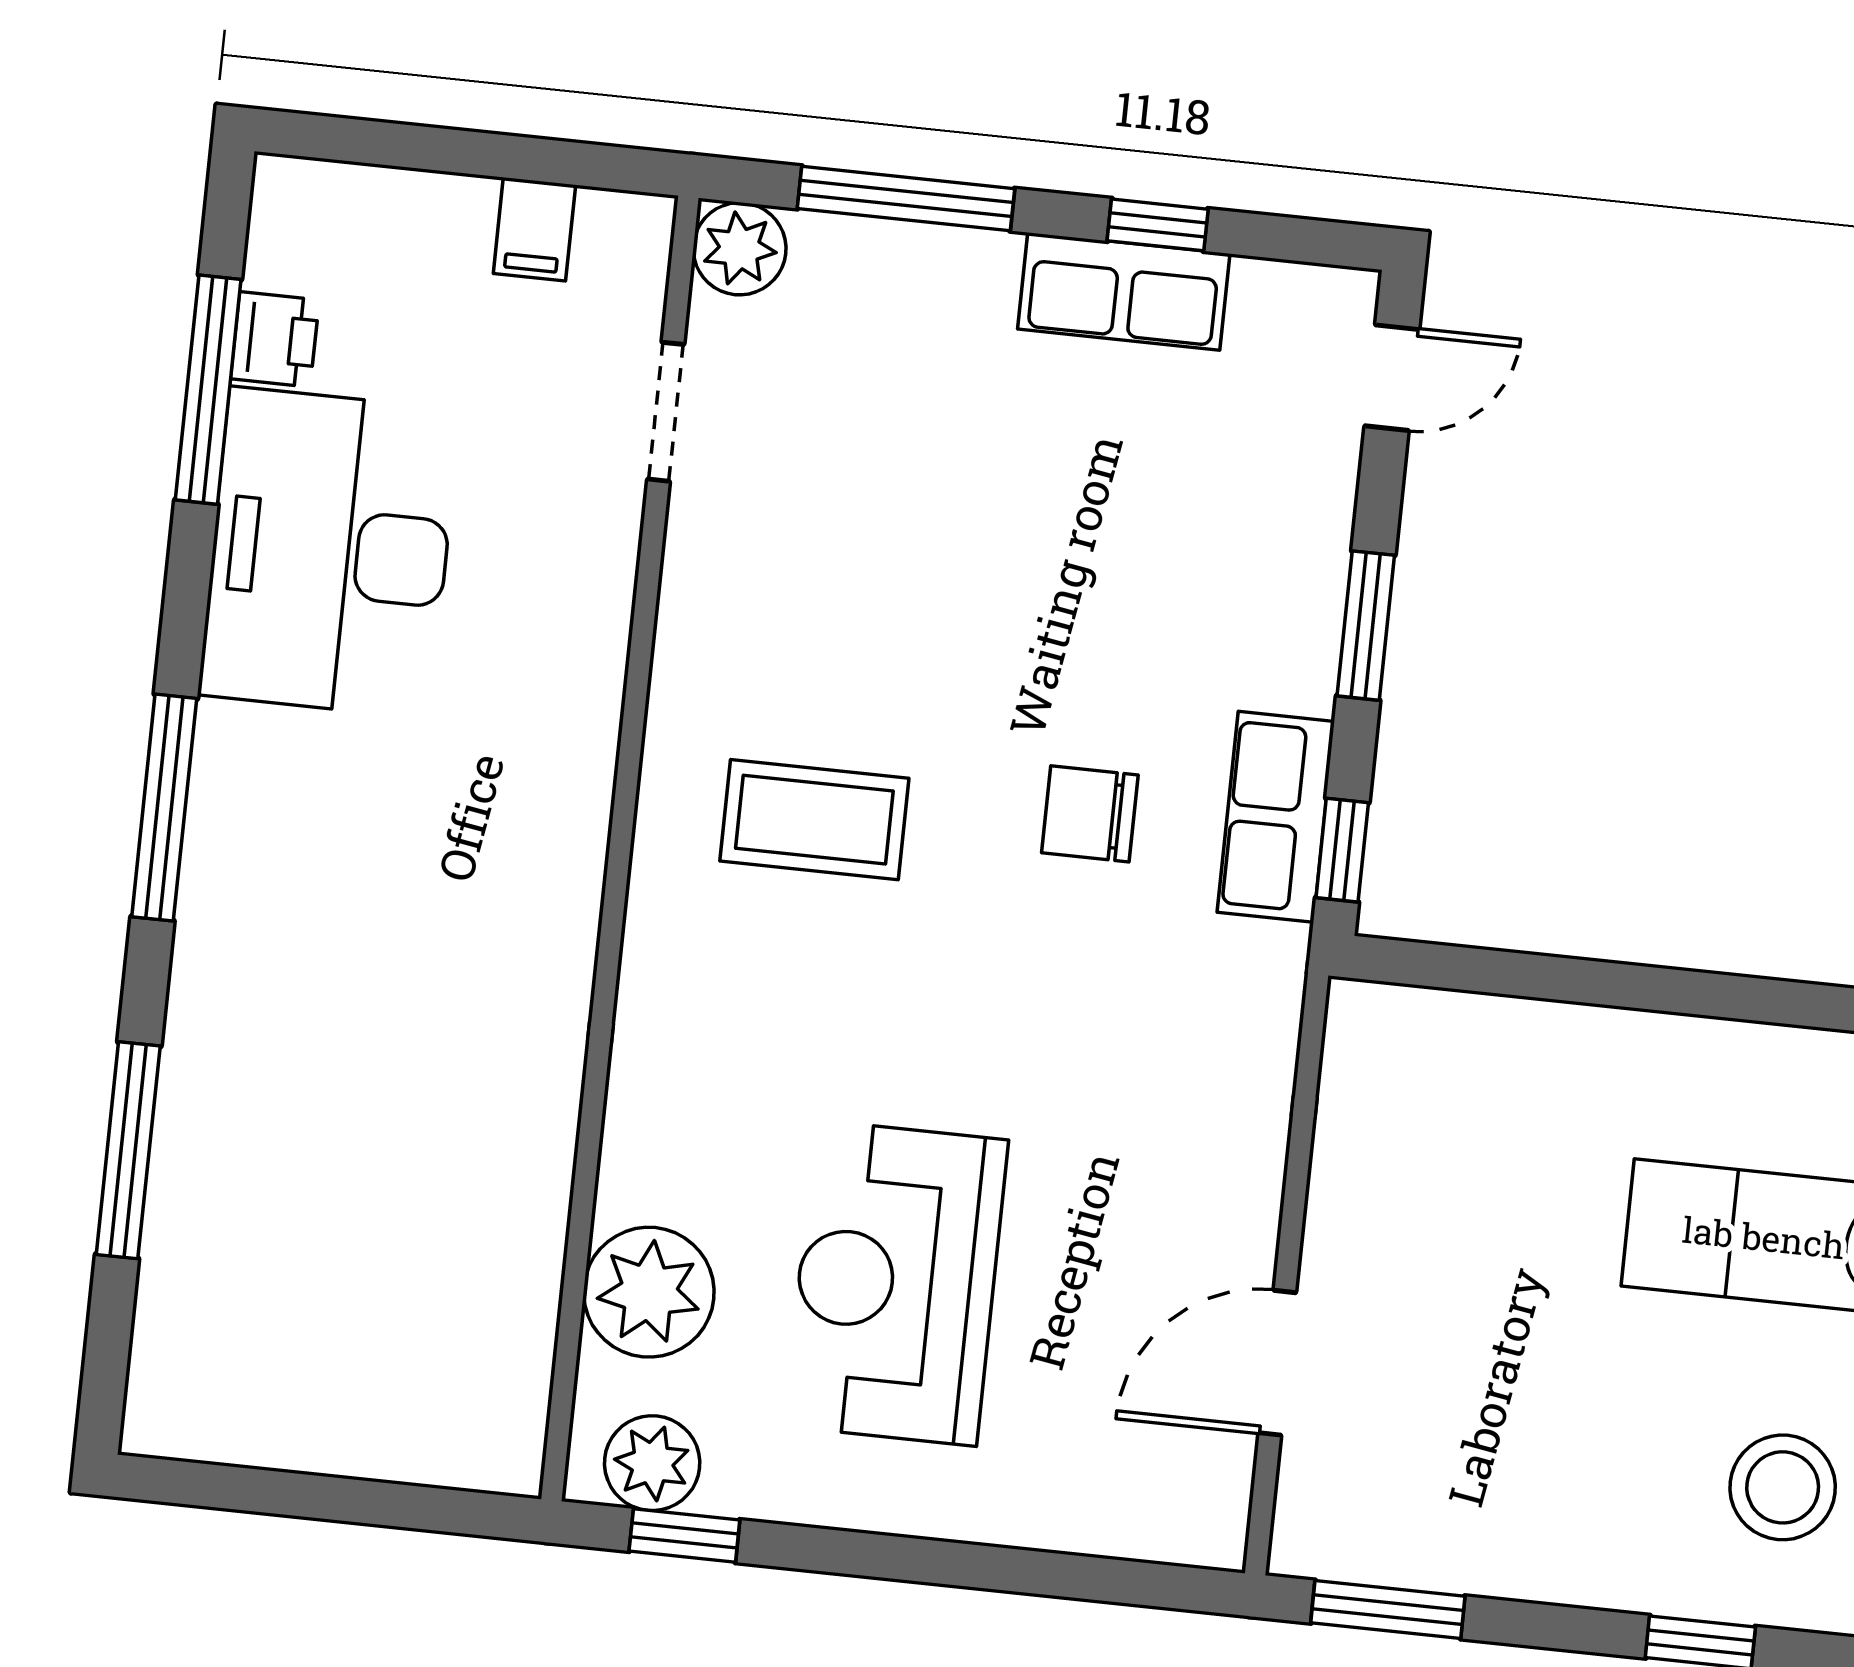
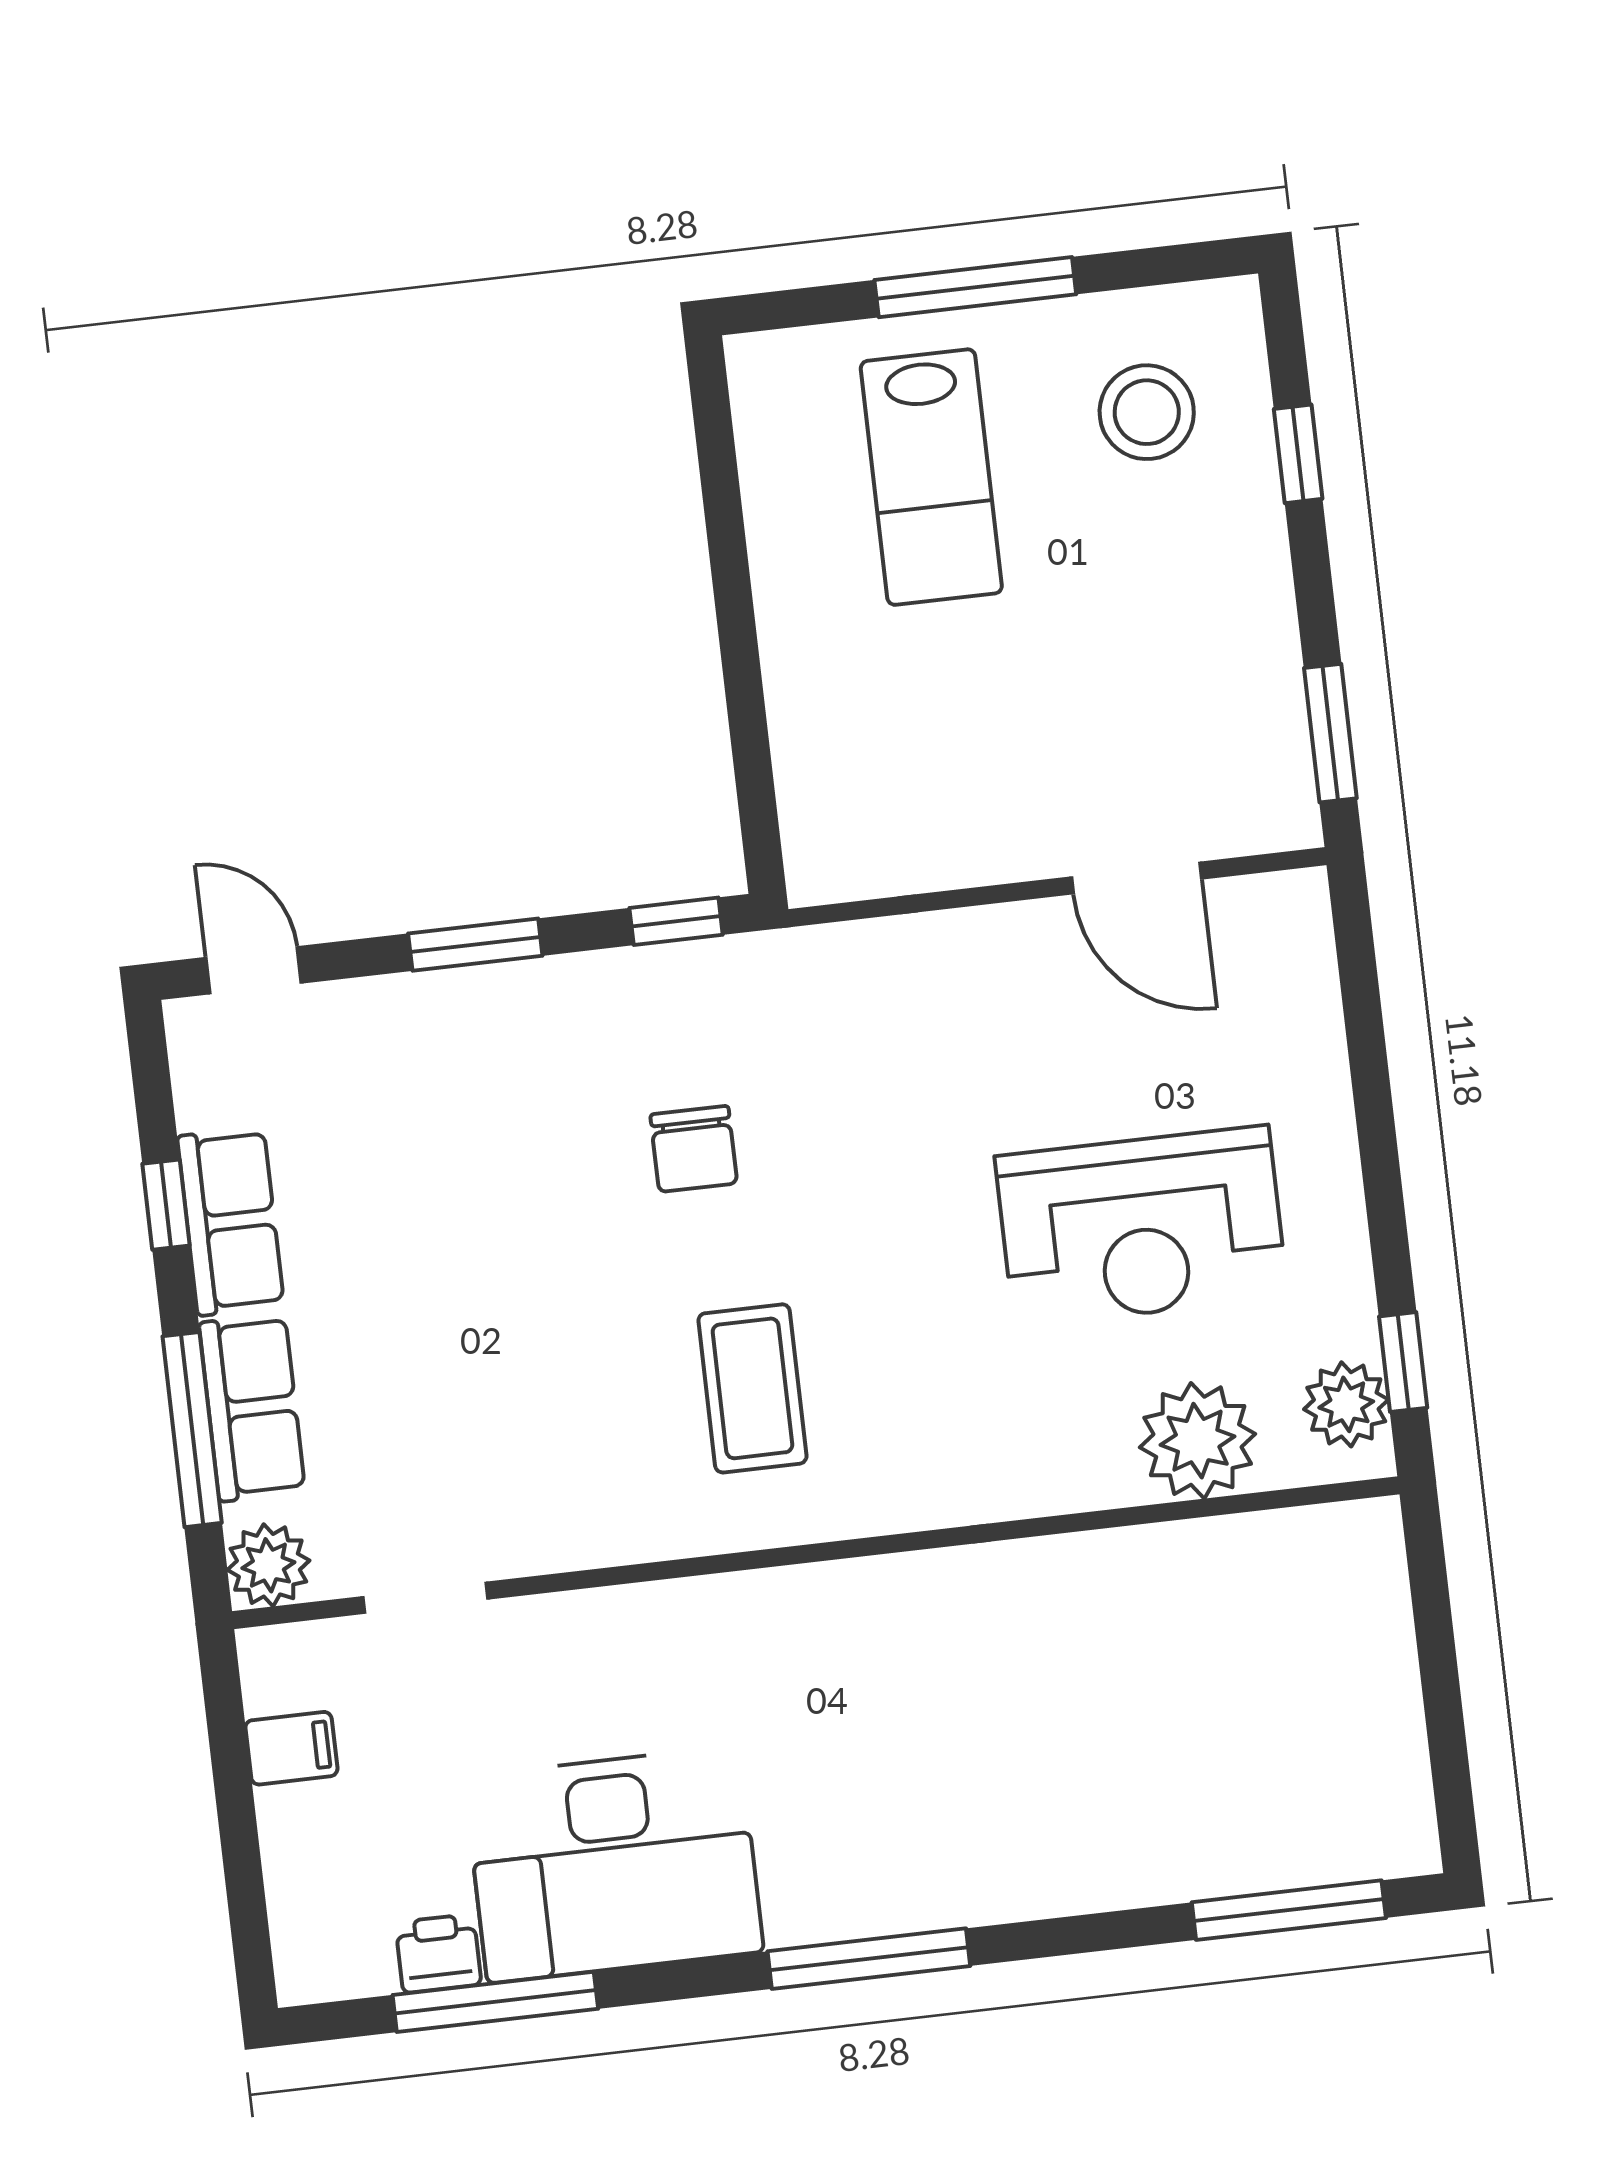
row of seats: (1276, 817) -> (252, 1407), moved, turned -90
window: (128, 1150) -> (1289, 1910), moved

